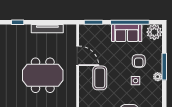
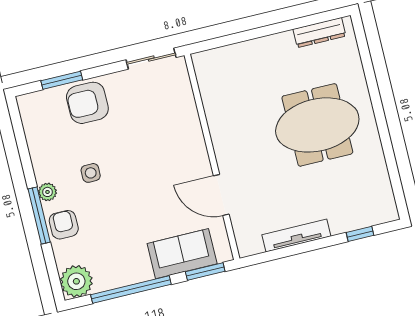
sofa: (127, 33) -> (182, 254), moved
armchair: (139, 61) -> (64, 225), moved
meeting table: (43, 75) -> (317, 125), moved
coffee table: (100, 78) -> (165, 161), removed

